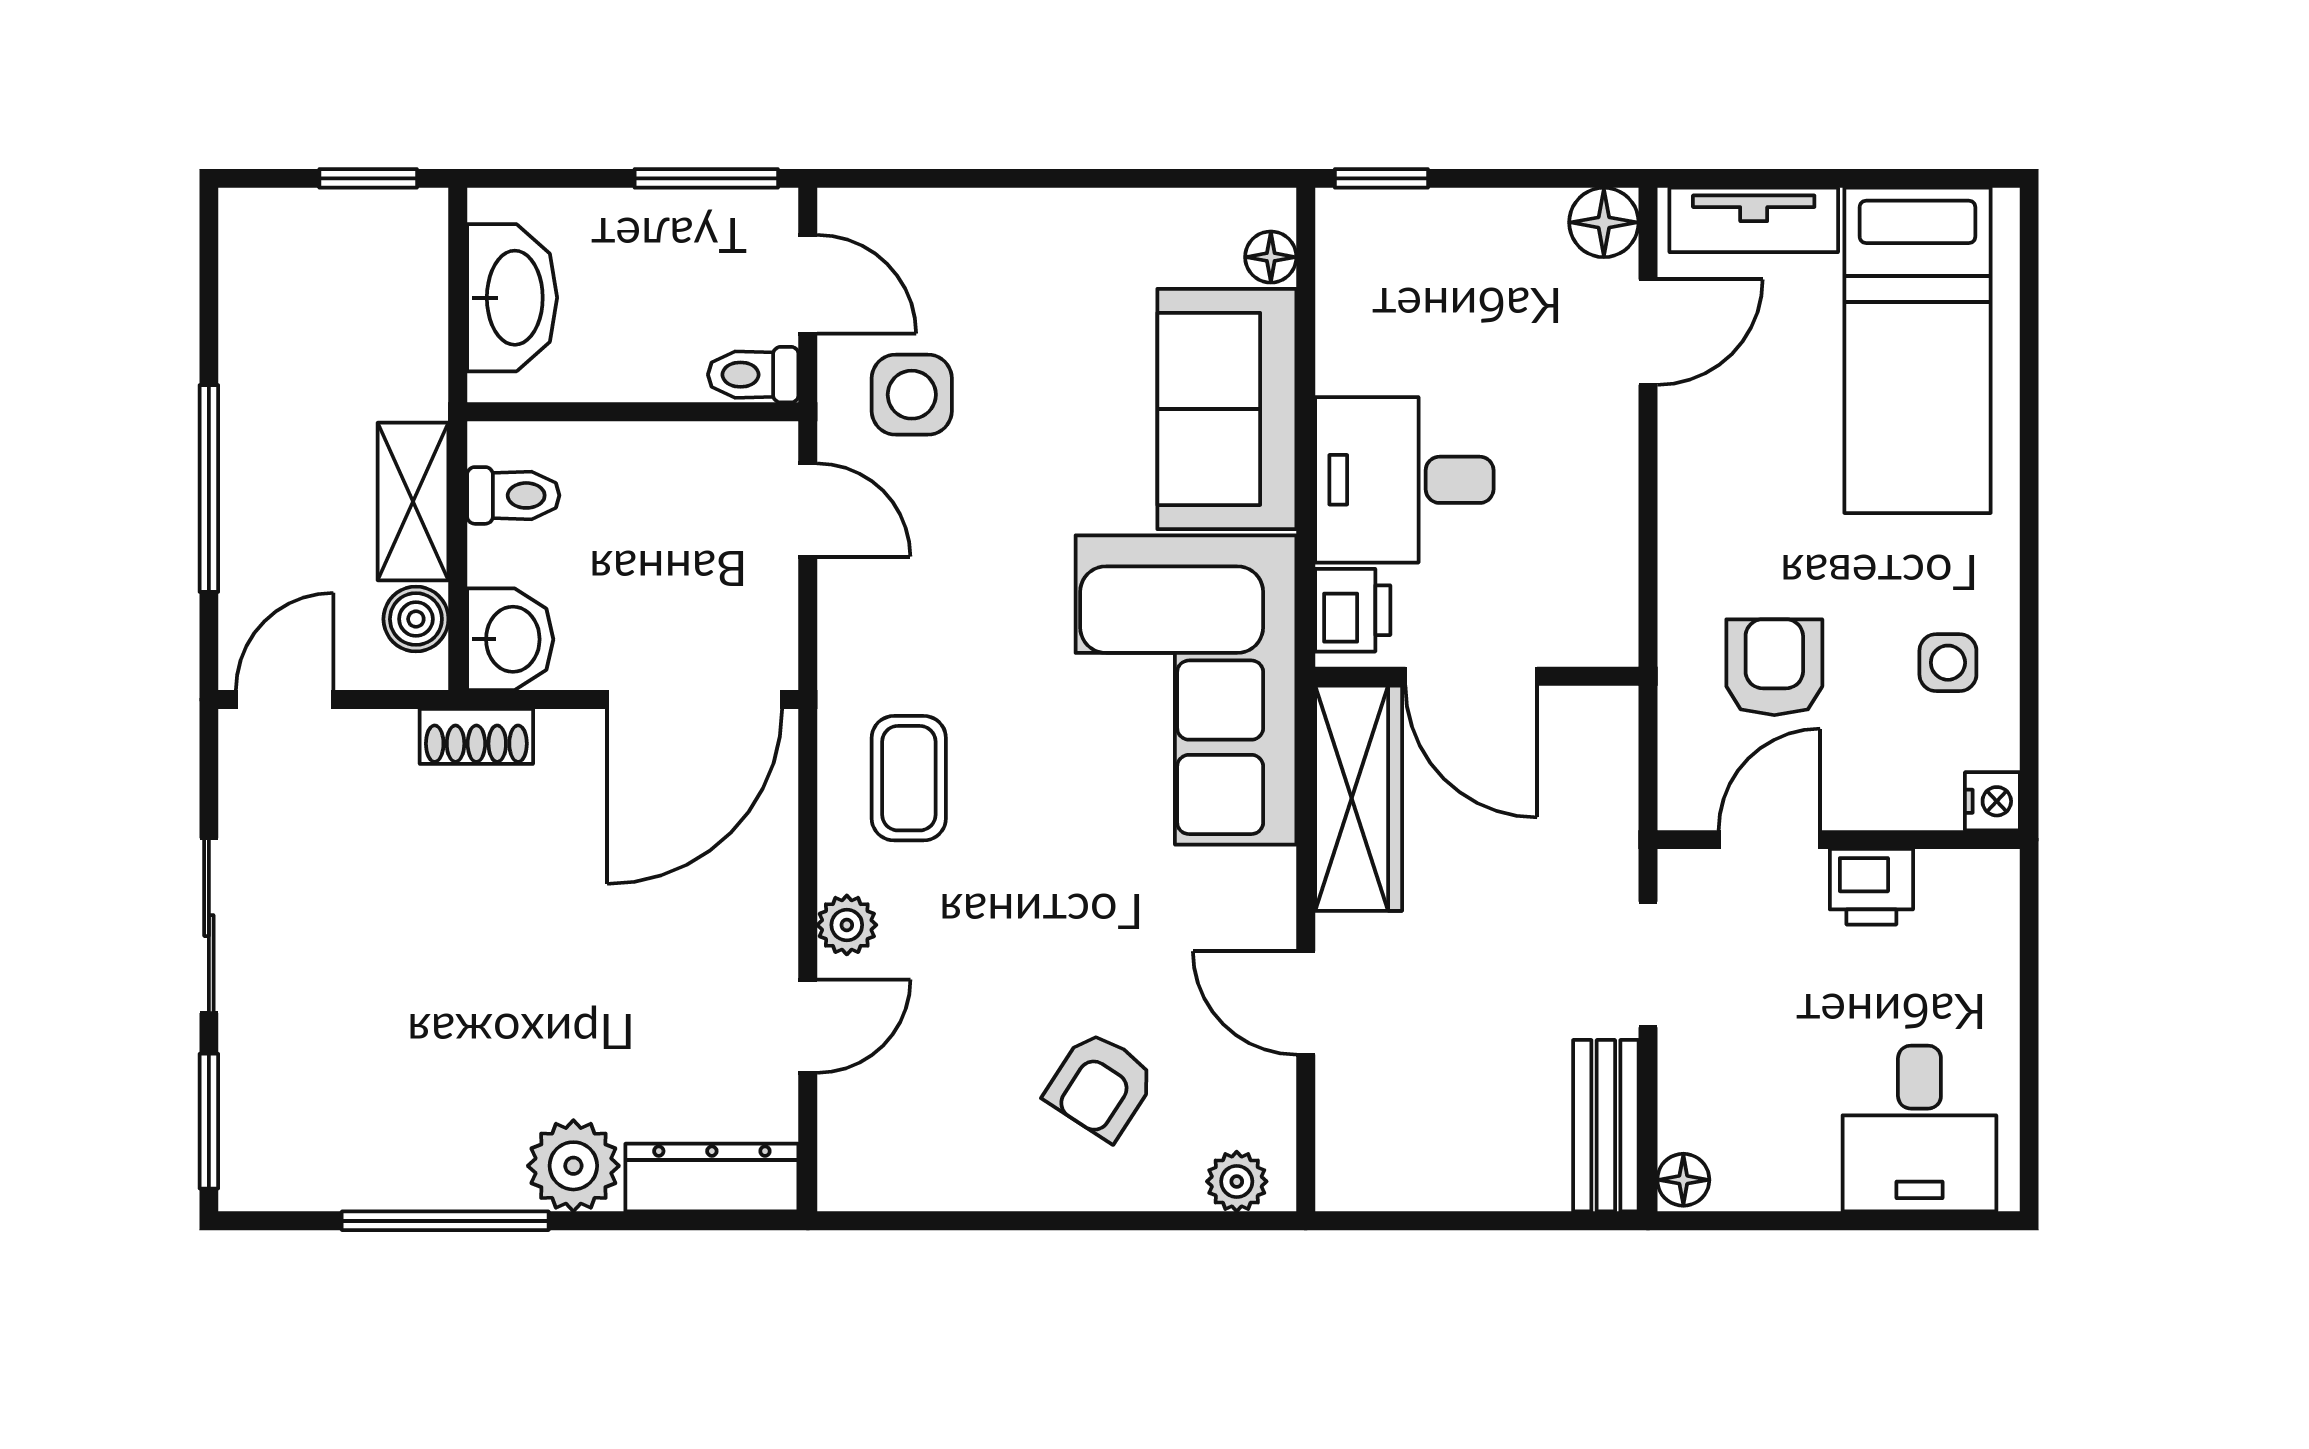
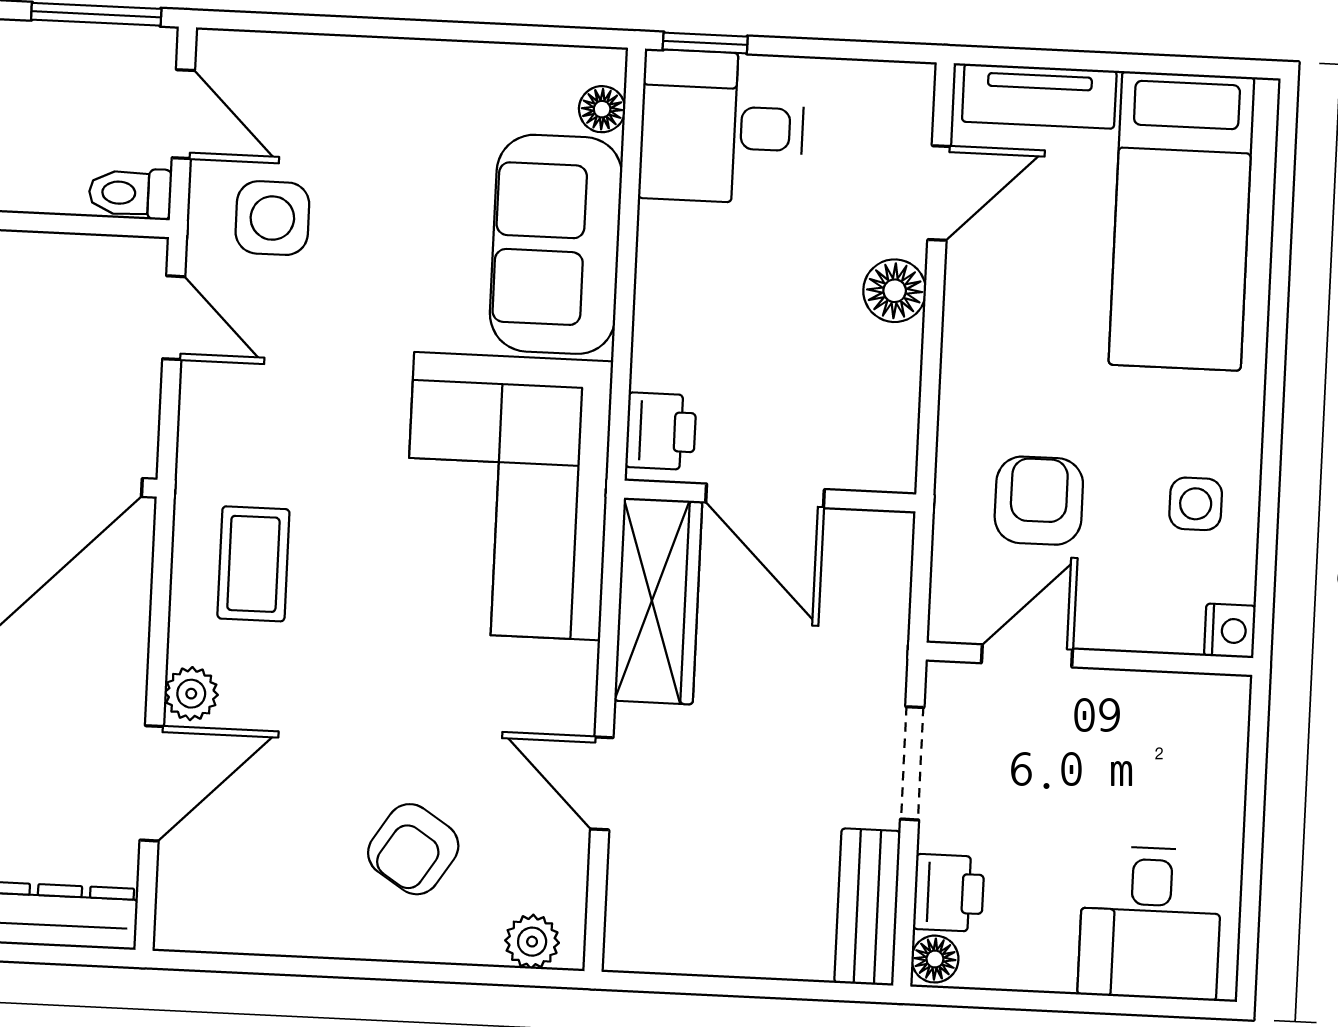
floor lamp: (1604, 222) -> (895, 291), moved
desk: (1404, 480) -> (722, 127), moved
printer: (1871, 887) -> (949, 893), moved, turned -90
door: (808, 1026) -> (152, 783), width x1.38

